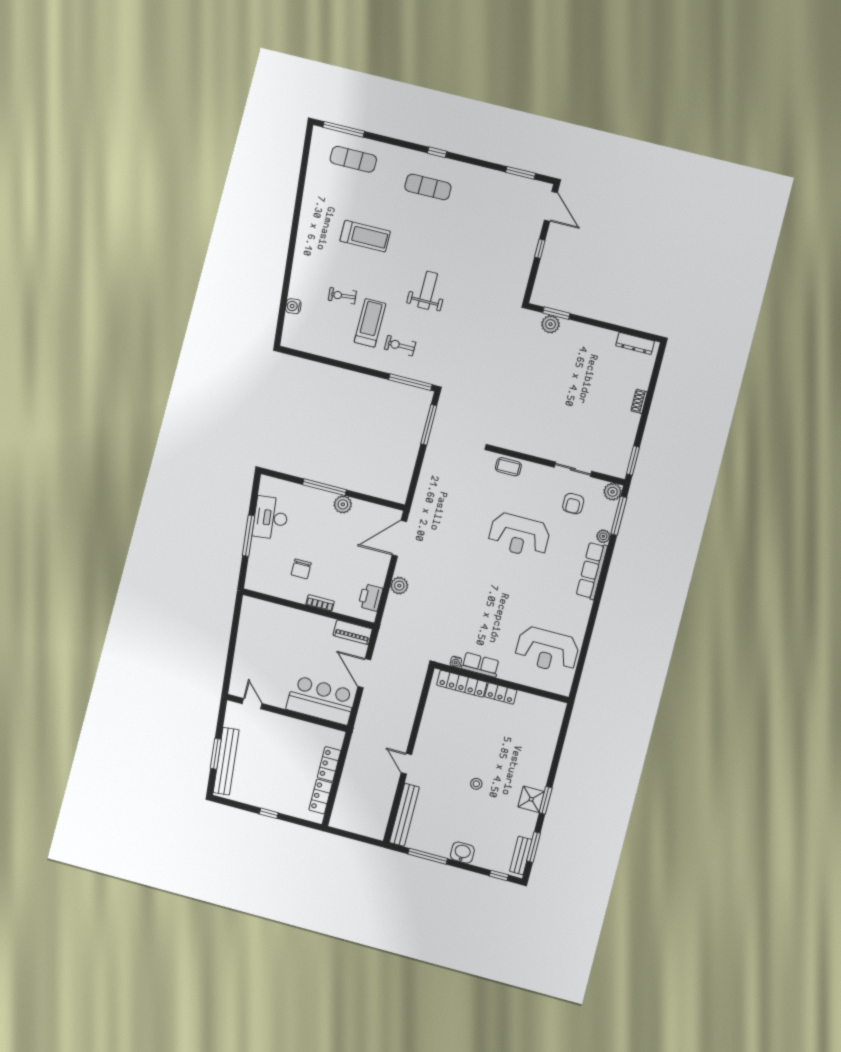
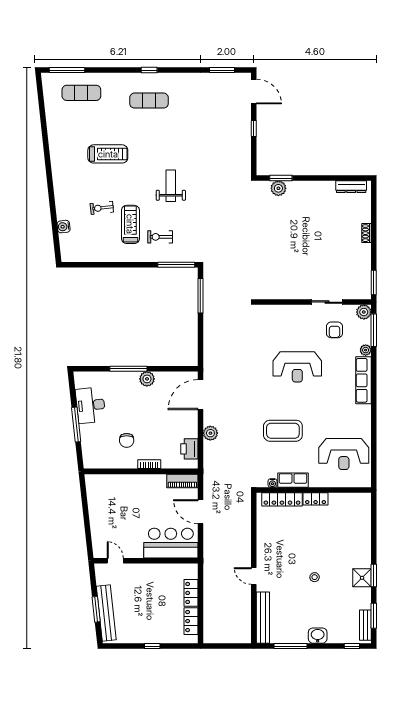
coffee table: (508, 467) -> (283, 431), moved, width x1.86, depth x1.72

